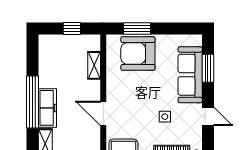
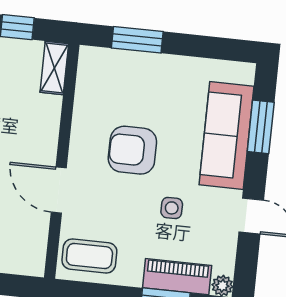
armchair: (138, 53) -> (132, 150), moved, width x0.73, depth x0.73
shelving: (94, 65) -> (54, 68), moved

